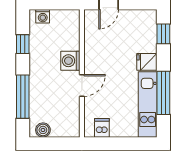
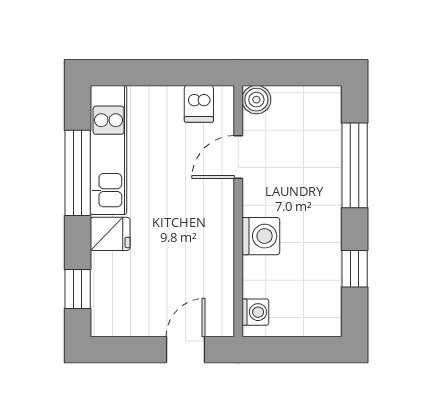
washing machine: (43, 16) -> (255, 312), moved, turned 90
door: (82, 85) -> (238, 157), moved
boiler: (43, 130) -> (256, 100), moved

